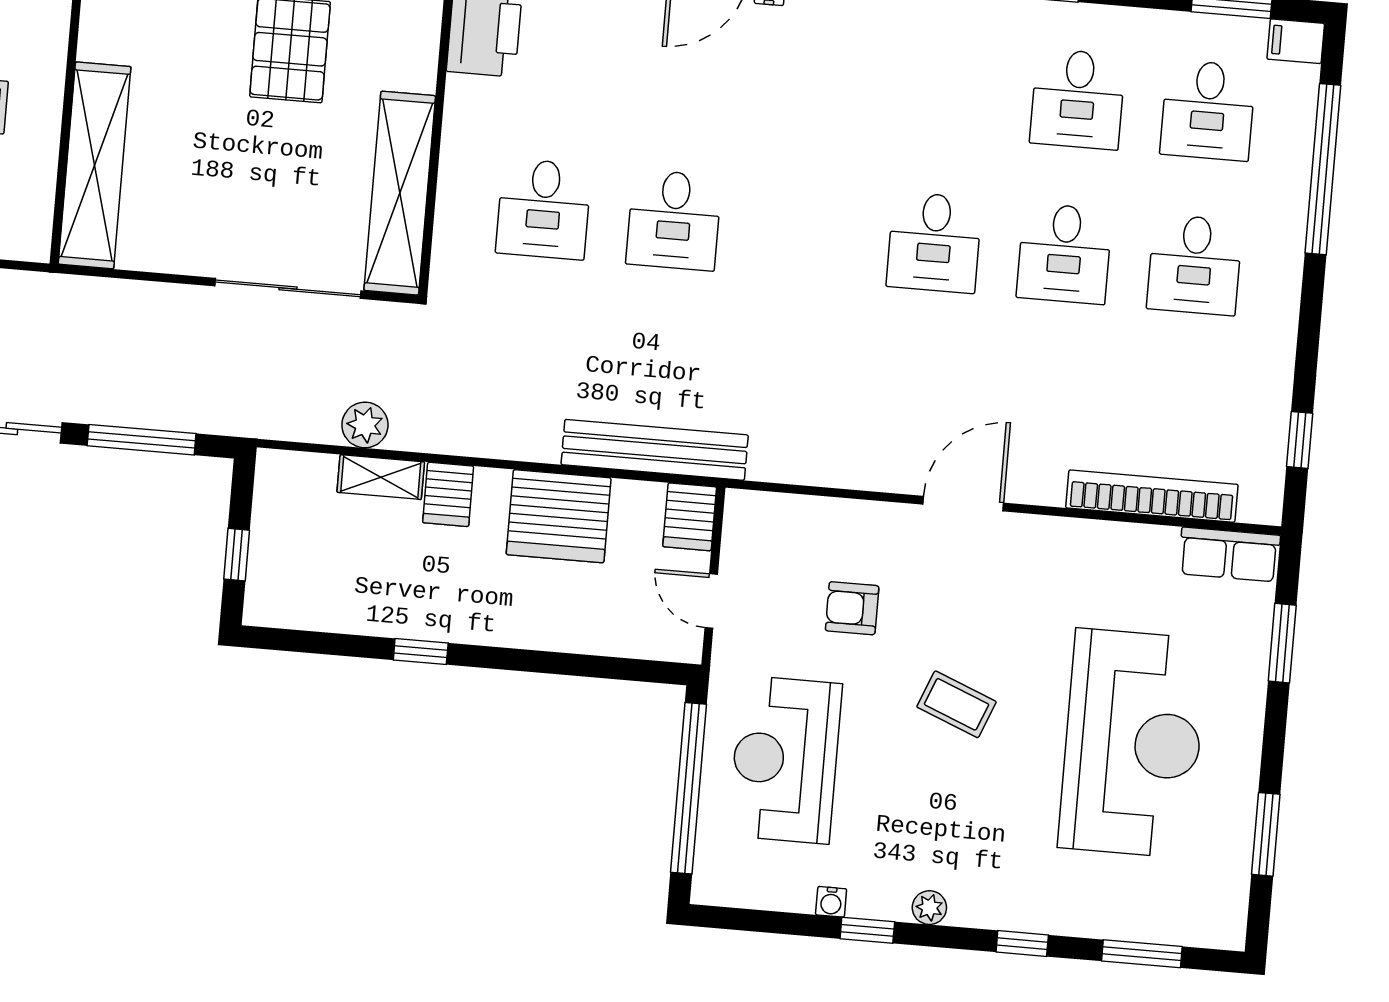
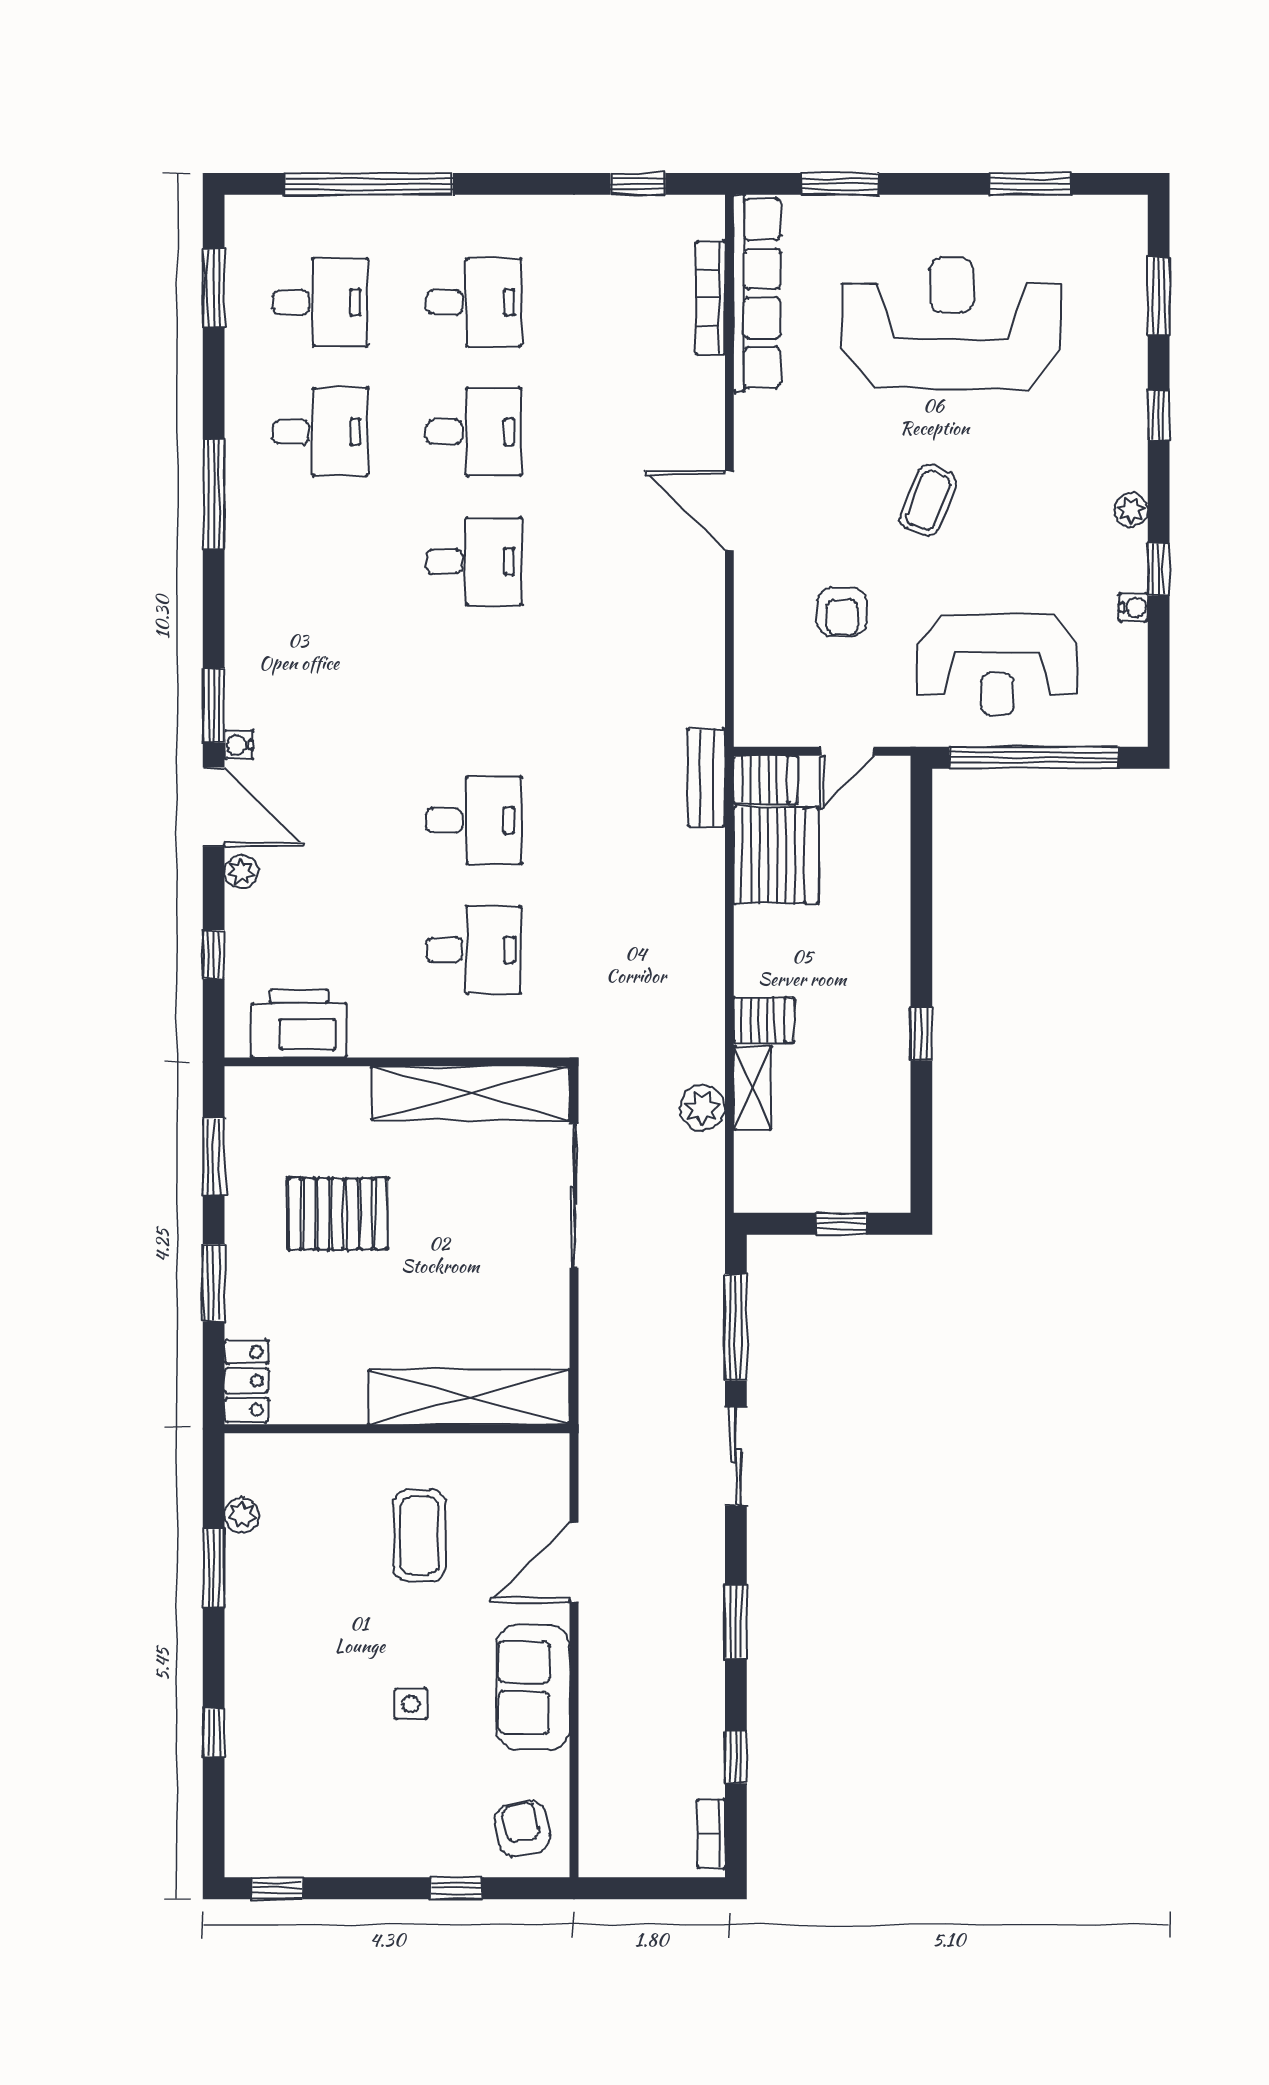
filing cabinet: (1296, 41) -> (245, 222), removed
bench: (655, 450) -> (706, 778), width x0.54, depth x0.82
bookcase: (1152, 496) -> (710, 298), width x0.68, depth x0.76
server rack: (559, 516) -> (776, 855), moved
row of seats: (1229, 555) -> (757, 293), width x2.02

